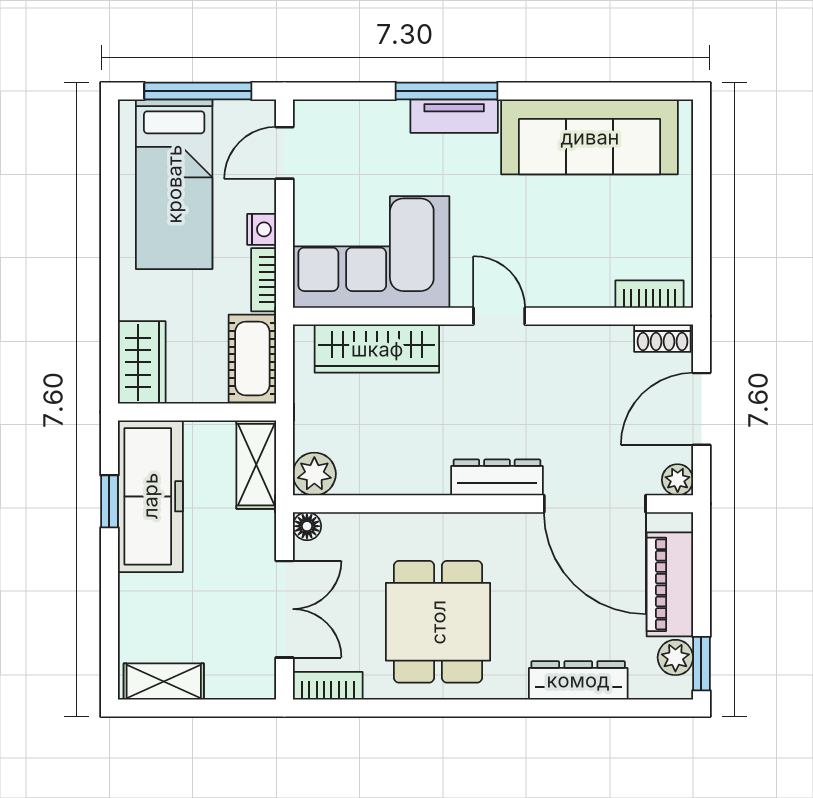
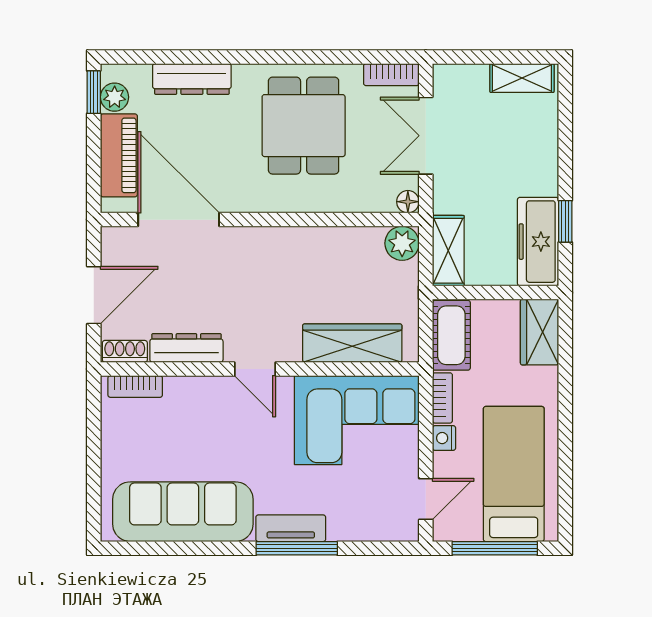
dresser: (497, 477) -> (186, 348), moved, turned 180
plant: (678, 480) -> (113, 239), removed
freezer: (150, 496) -> (538, 242), width x0.73, depth x0.79

